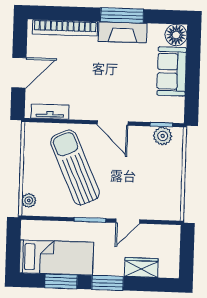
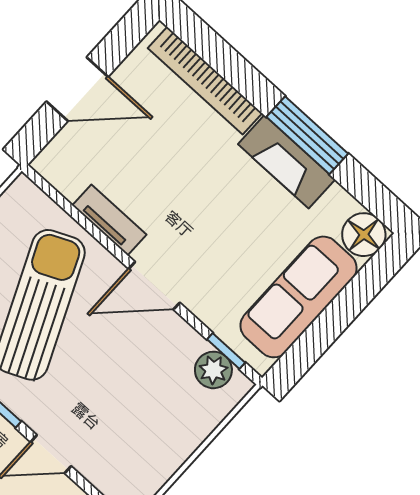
sofa: (172, 71) -> (299, 297), width x1.36
tv unit: (50, 112) -> (109, 220), moved
door: (112, 123) -> (154, 286), hinge flipped

